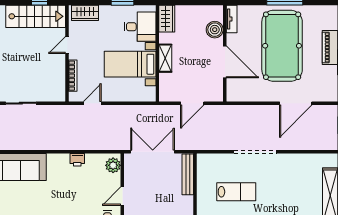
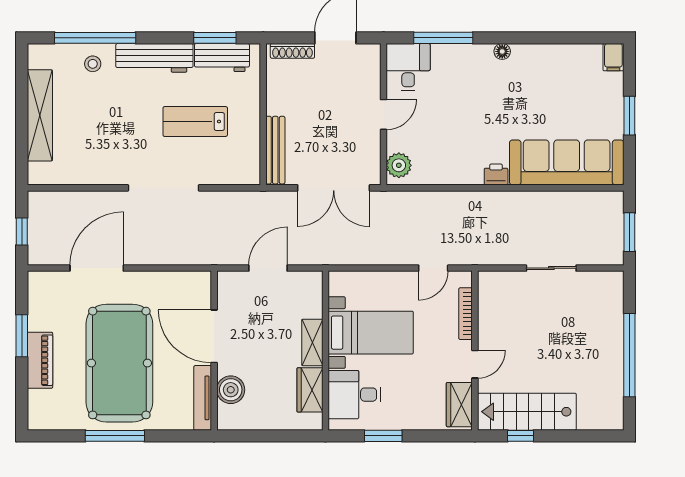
wardrobe: (85, 13) -> (459, 405), moved, turned -90
wardrobe: (167, 19) -> (310, 390), moved
tv unit: (232, 19) -> (203, 398), width x1.41
printer: (77, 160) -> (496, 174), moved

